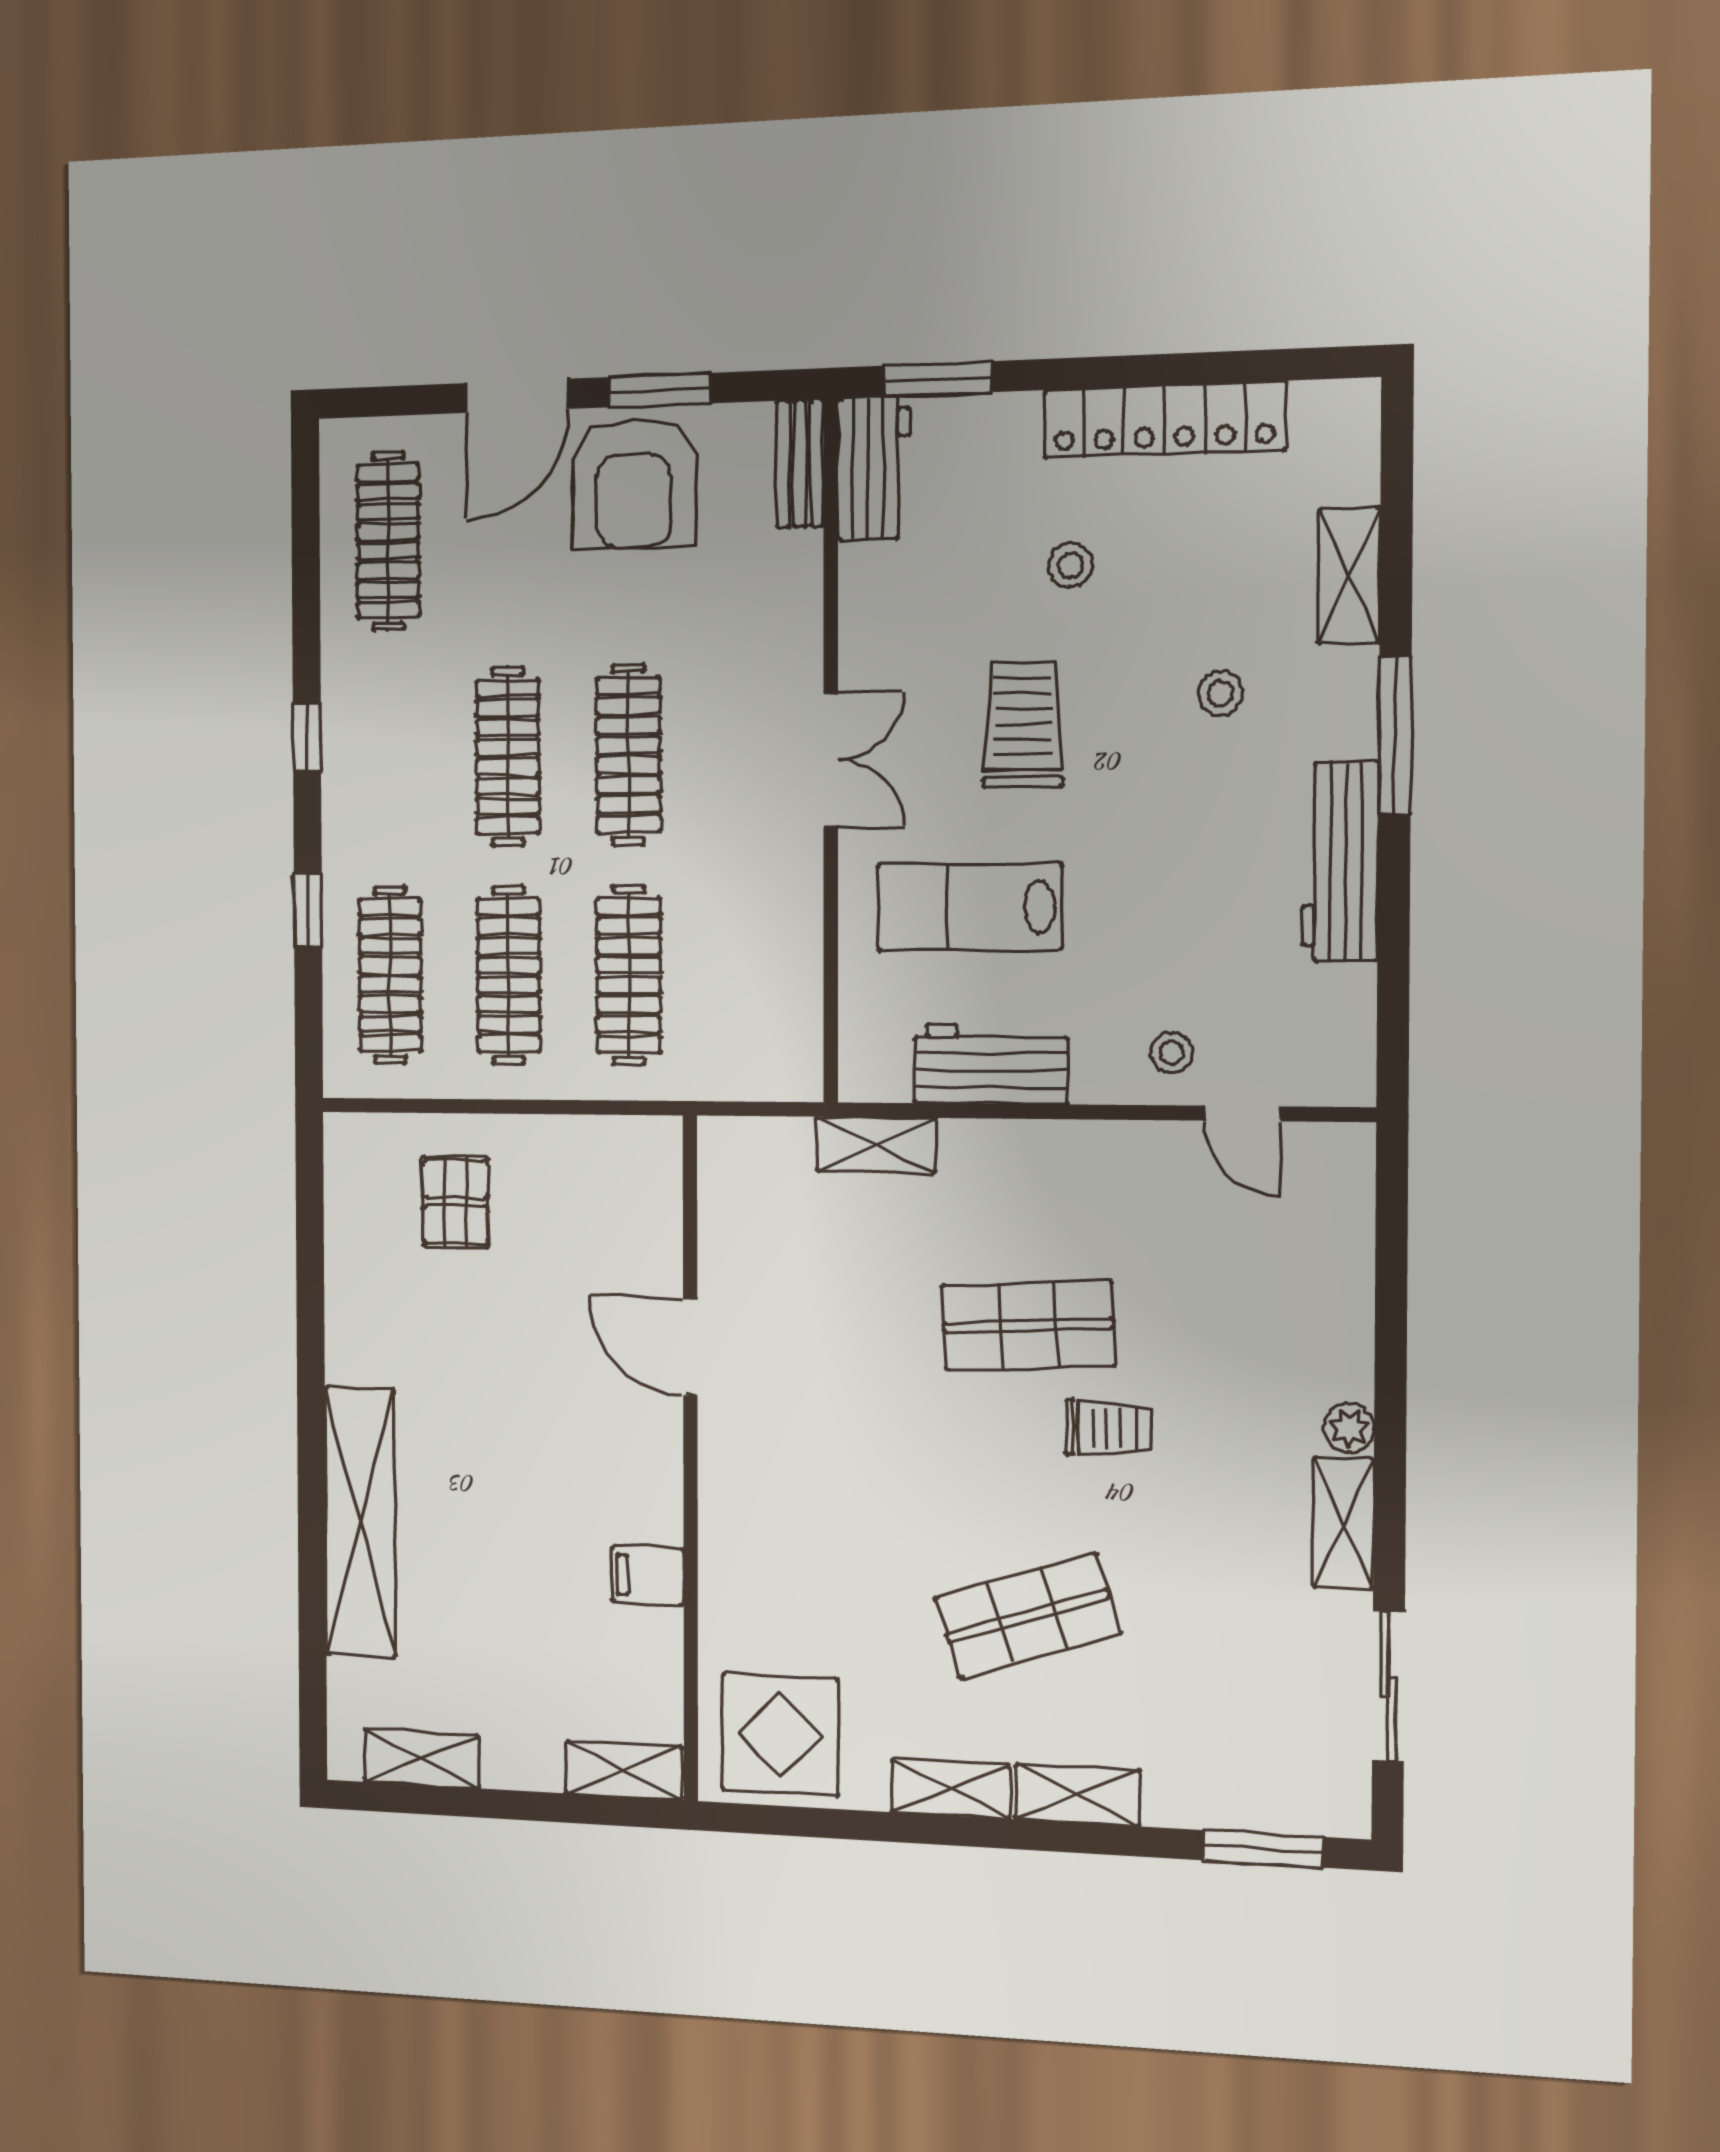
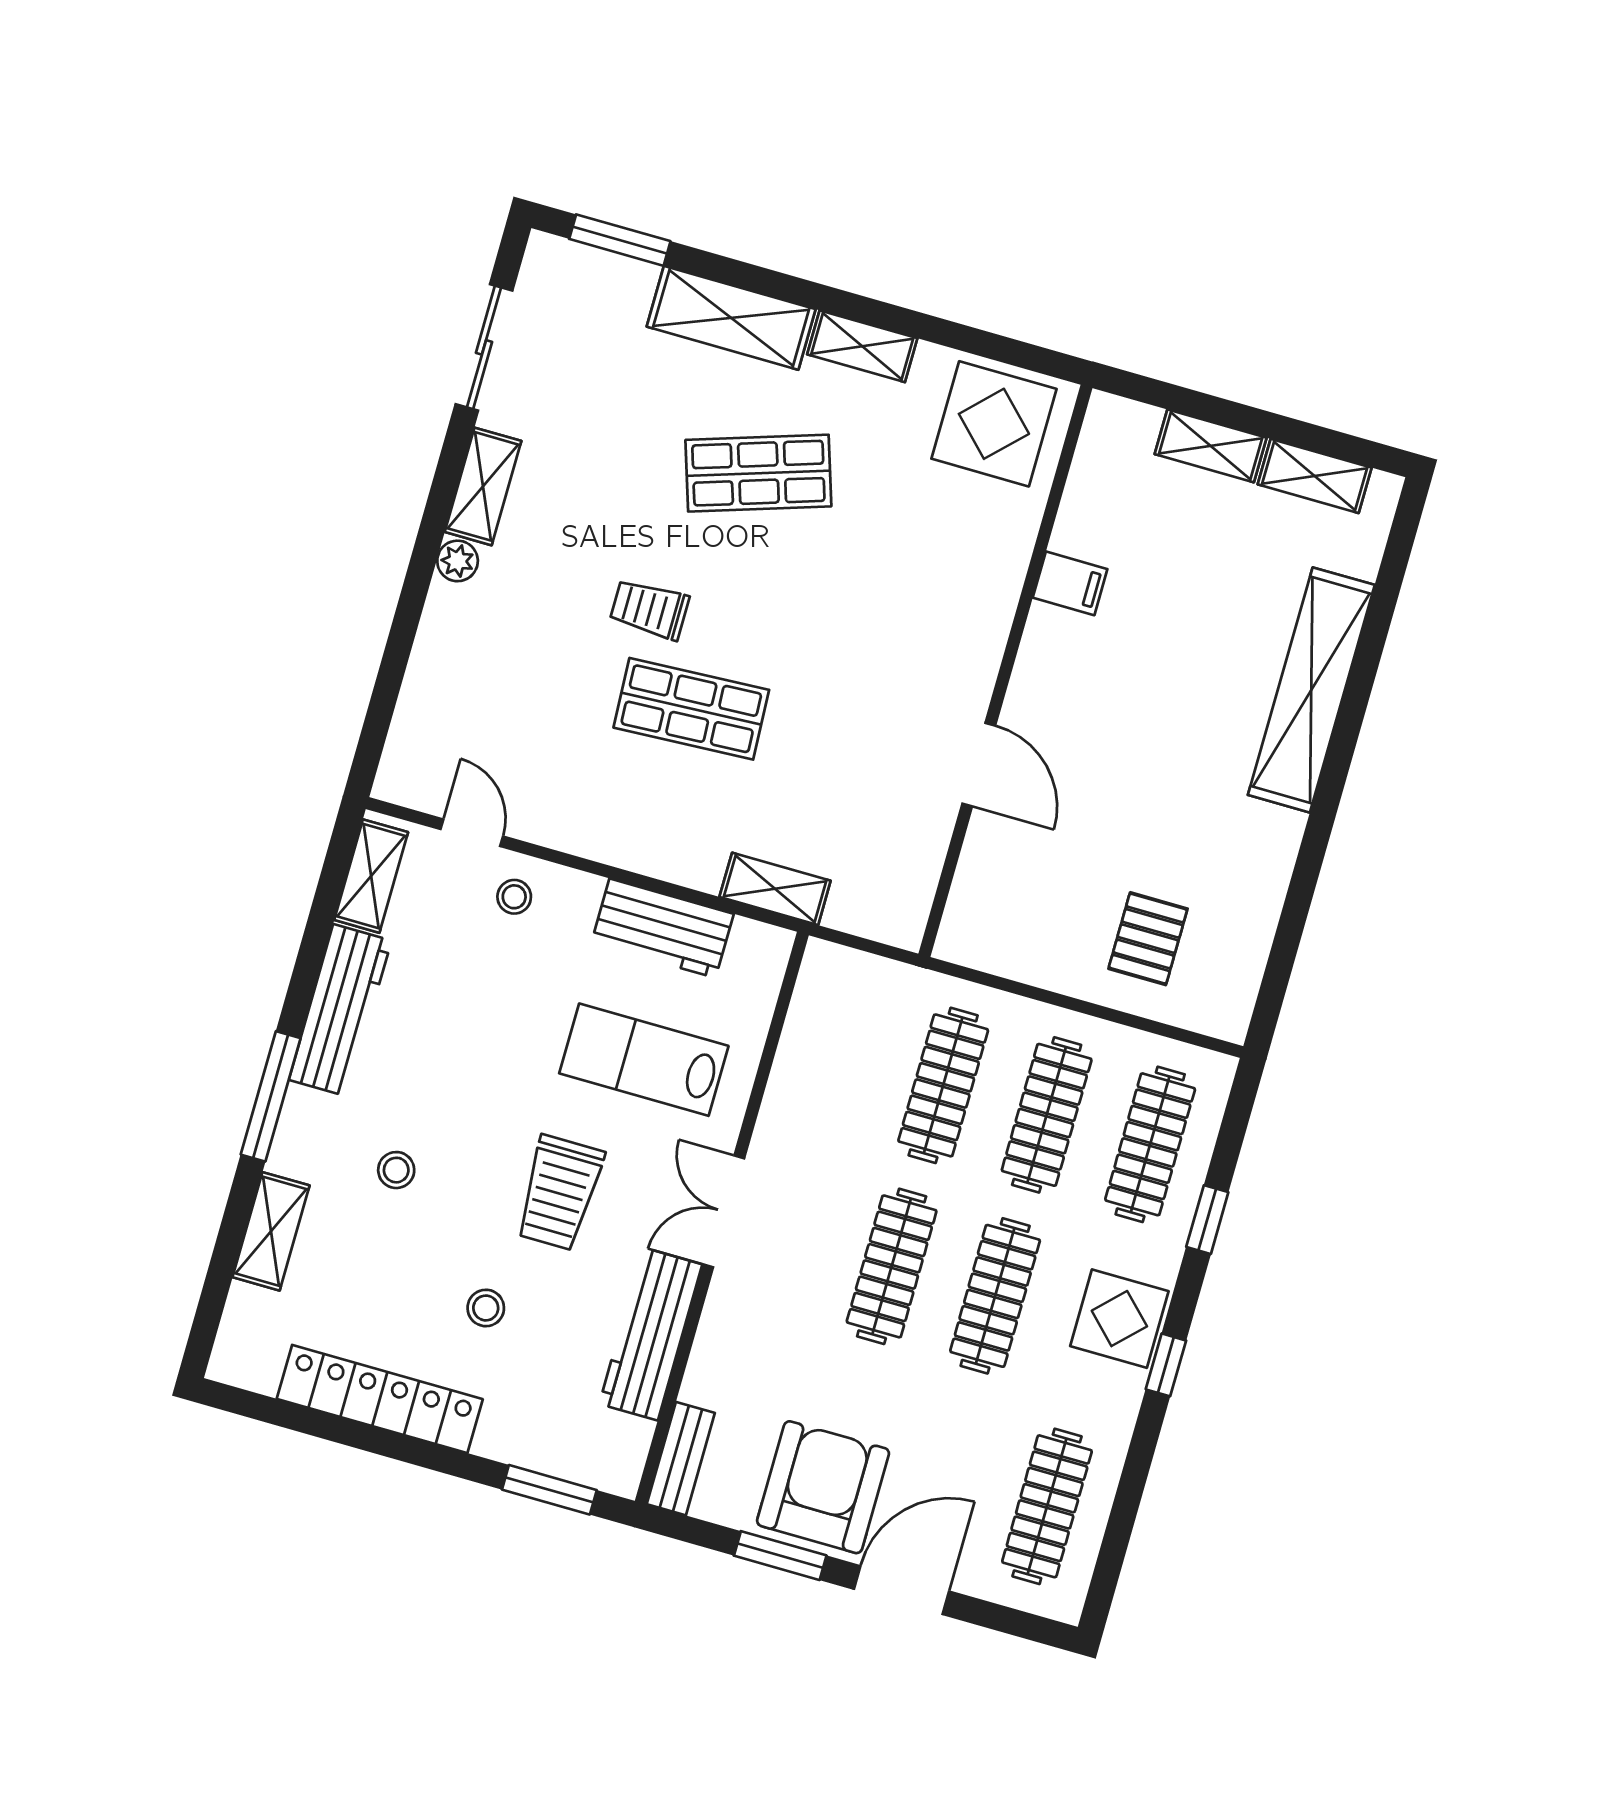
workbench: (874, 468) -> (651, 1334), moved, width x1.38
display table: (369, 773) -> (1119, 1319), added
lab bench: (969, 907) -> (644, 1060), turned 180
shelving: (1348, 1030) -> (371, 876), added
shelving: (624, 1770) -> (1211, 446), moved
shelving: (1077, 1795) -> (731, 318), width x1.50, depth x1.33

